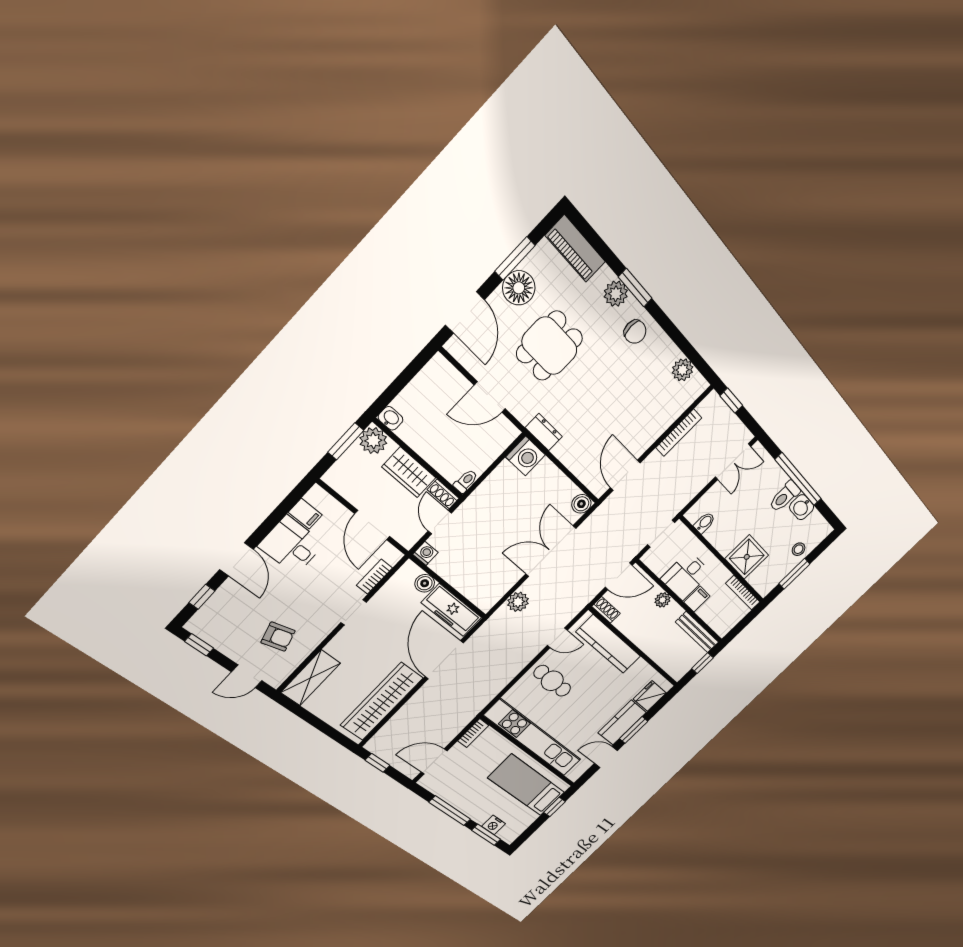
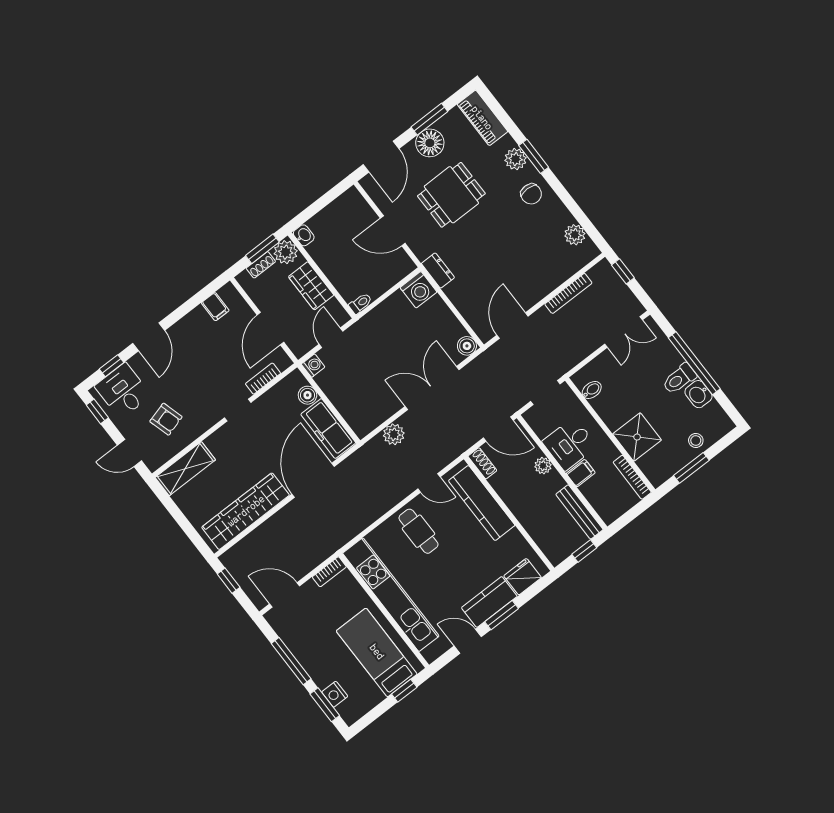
shoe rack: (443, 494) -> (261, 265), moved, turned -90
desk: (291, 545) -> (123, 391), moved

